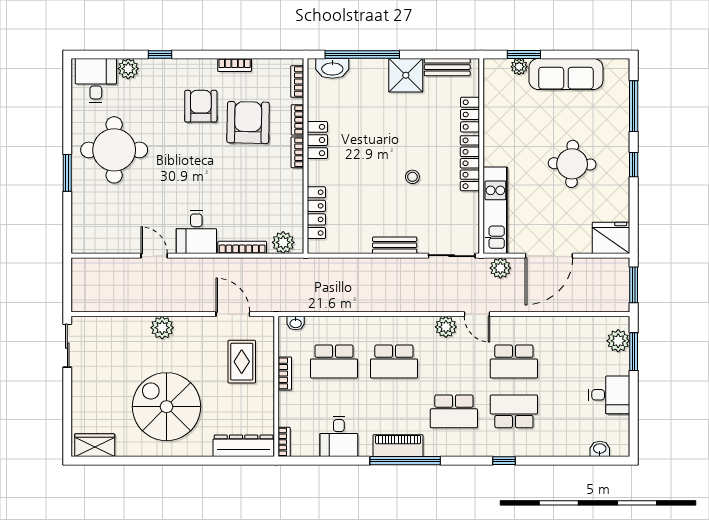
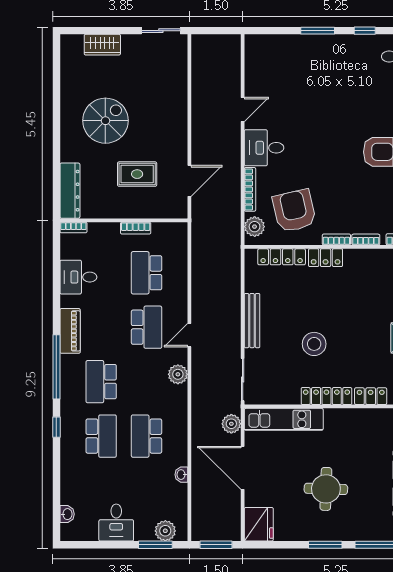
window: (67, 121) -> (365, 31), added
armchair: (248, 122) -> (294, 211), moved, turned -104
locker: (317, 140) -> (326, 258), moved
round table: (114, 150) -> (339, 73), removed
window: (634, 165) -> (325, 545), width x1.50
stool: (412, 177) -> (314, 344), width x1.89, depth x1.89
bench: (395, 245) -> (252, 321), width x1.36
door: (477, 314) -> (189, 335), moved
washbasin: (296, 323) -> (181, 475), moved
plant: (162, 328) -> (177, 117), removed
school desk: (394, 361) -> (146, 327), turned 180
rug: (242, 362) -> (137, 174), moved
spiral stairs: (166, 407) -> (105, 121), width x0.73, depth x0.73
wardrobe: (95, 445) -> (102, 45), moved, turned 90
window: (405, 461) -> (56, 367), moved

